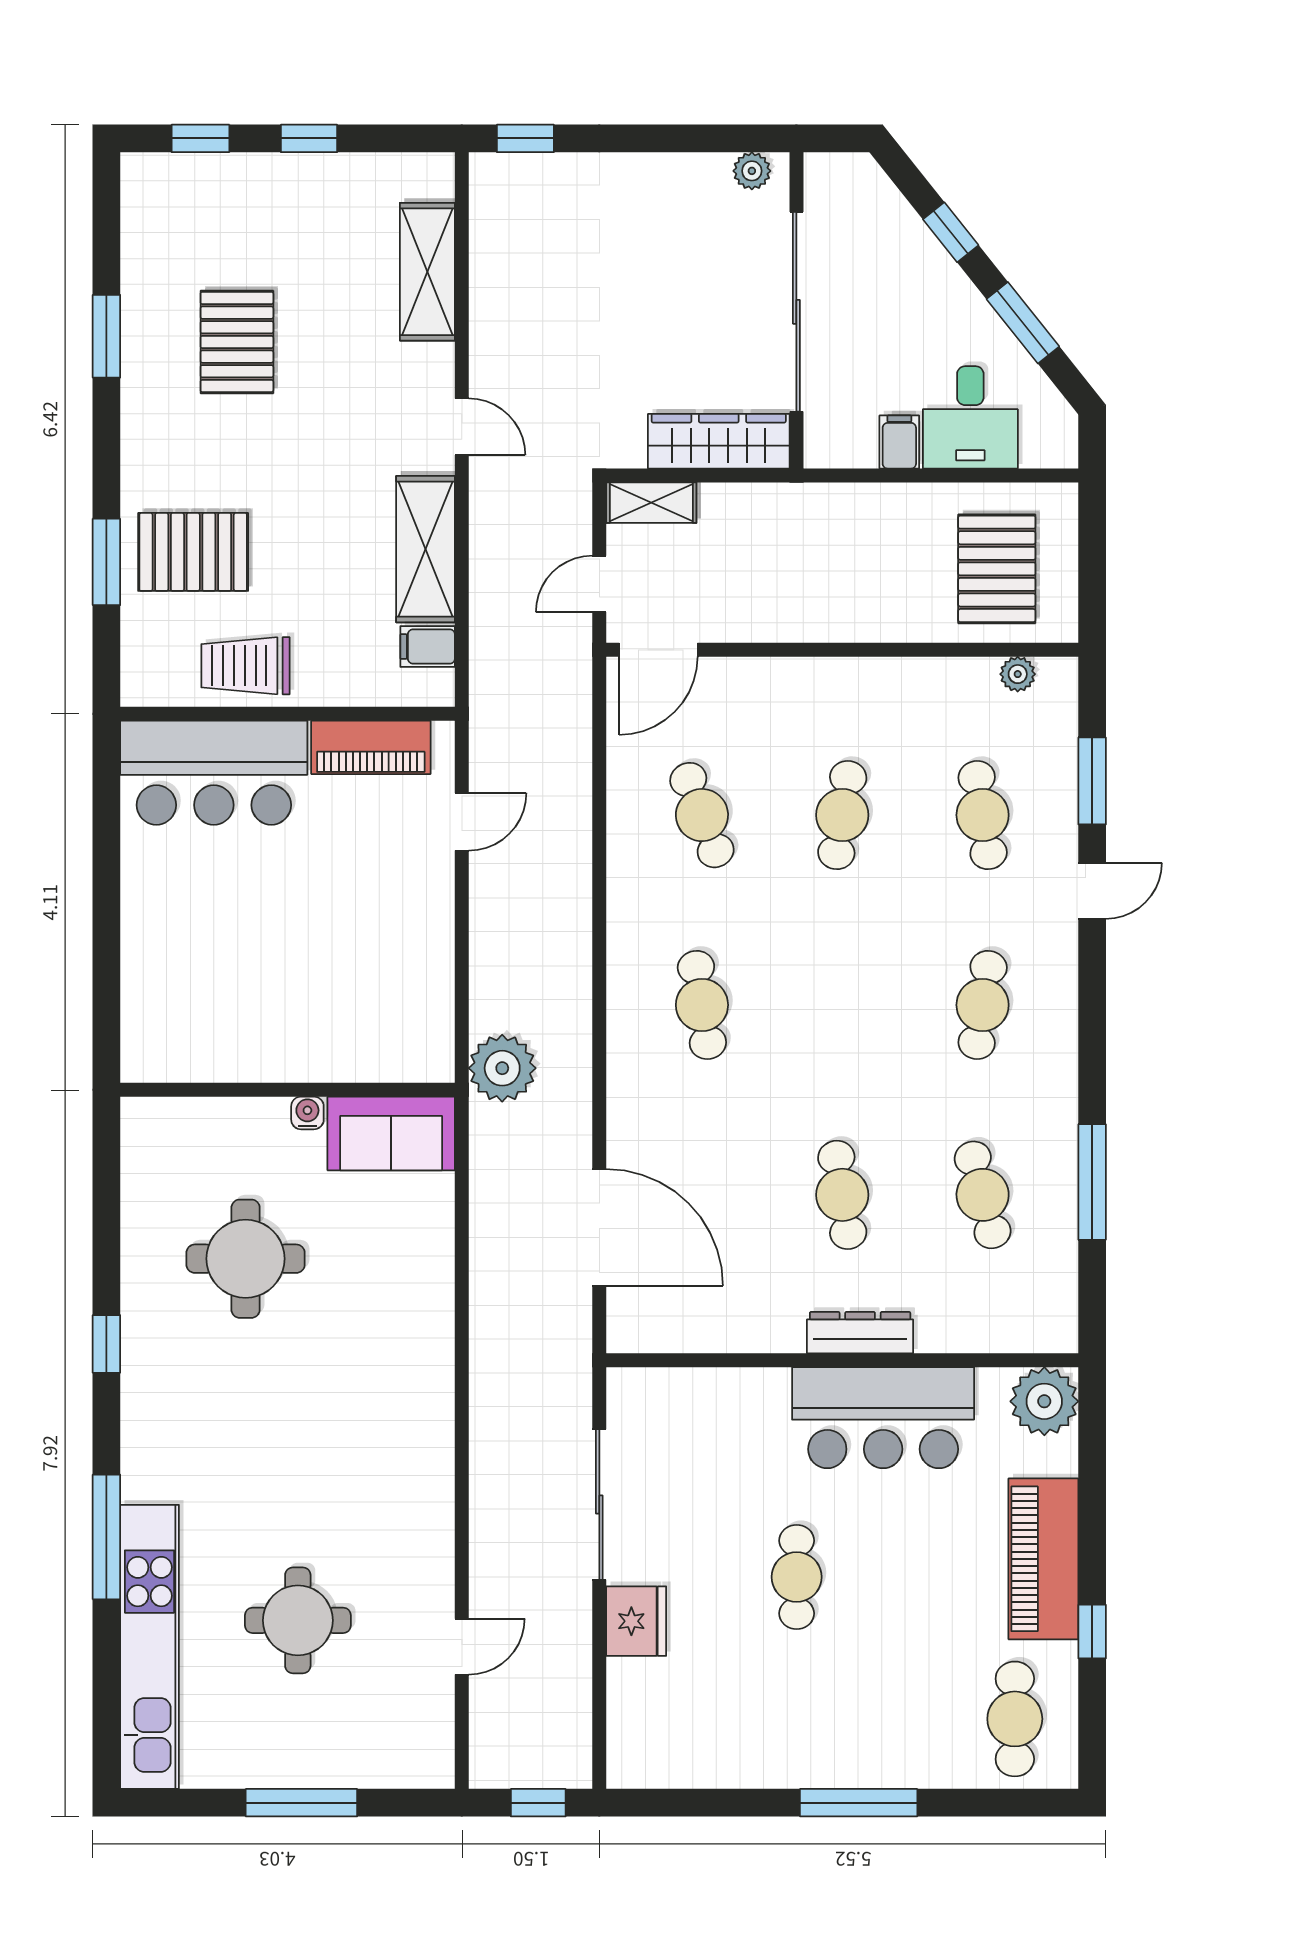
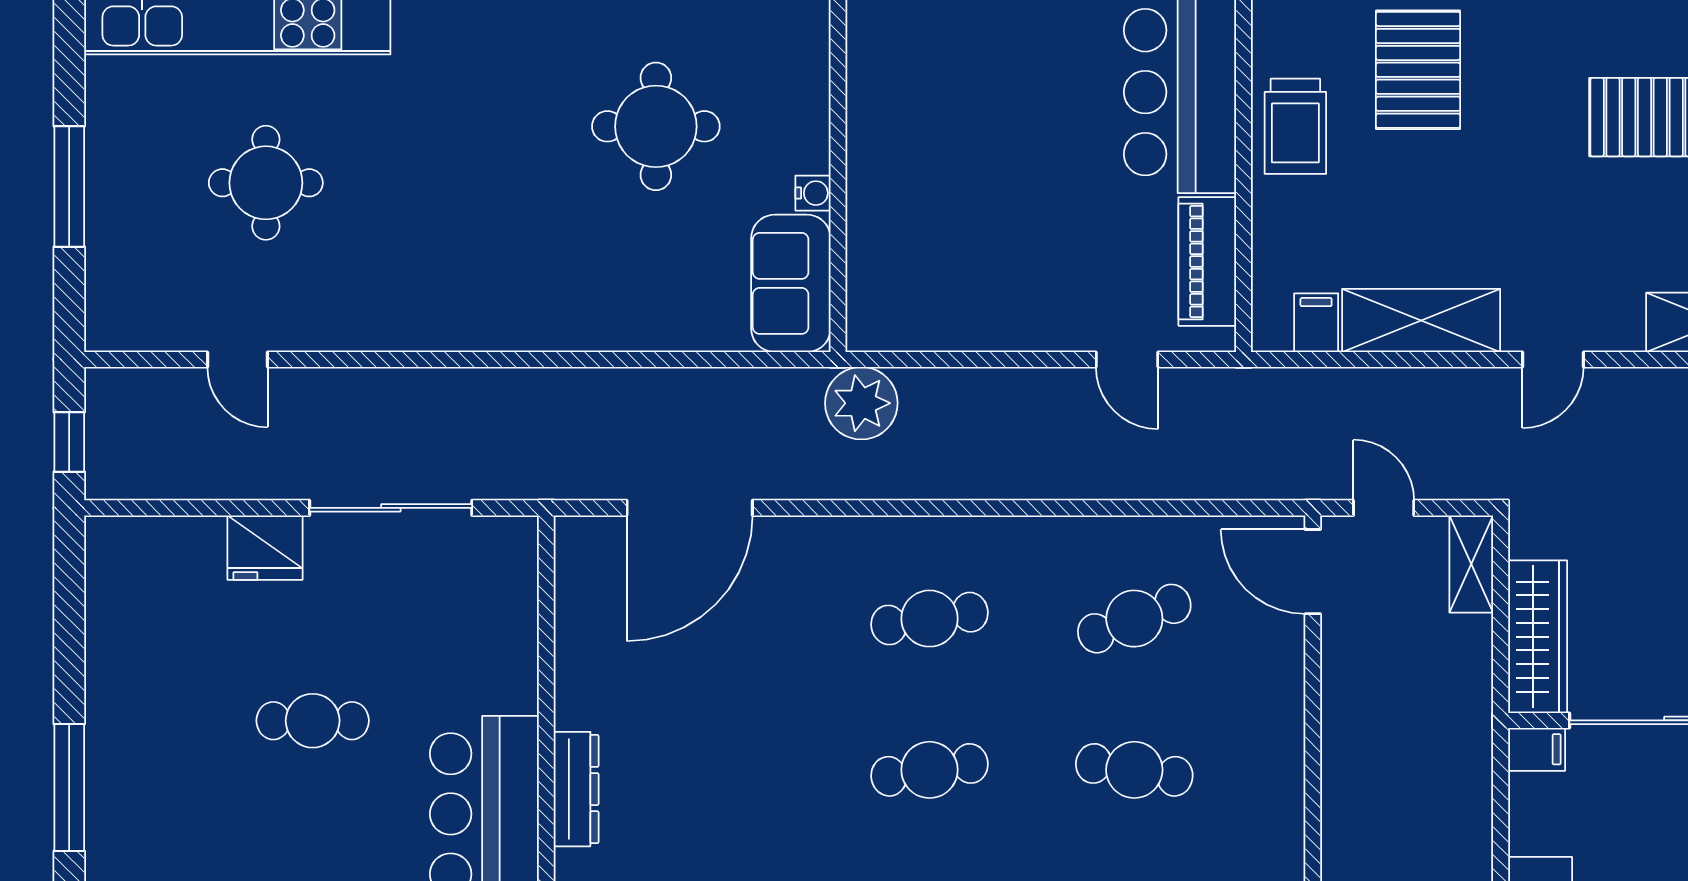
filing cabinet: (899, 442) -> (1537, 749), moved
trolley: (245, 666) -> (1295, 126), turned 180
cafe table: (842, 1195) -> (930, 770), moved

